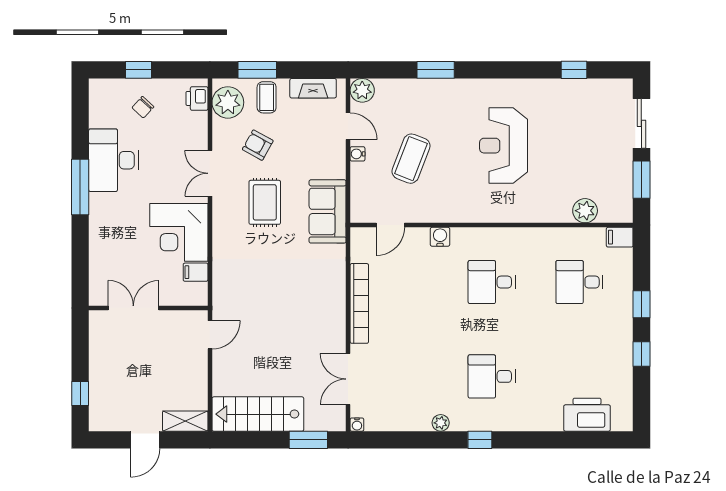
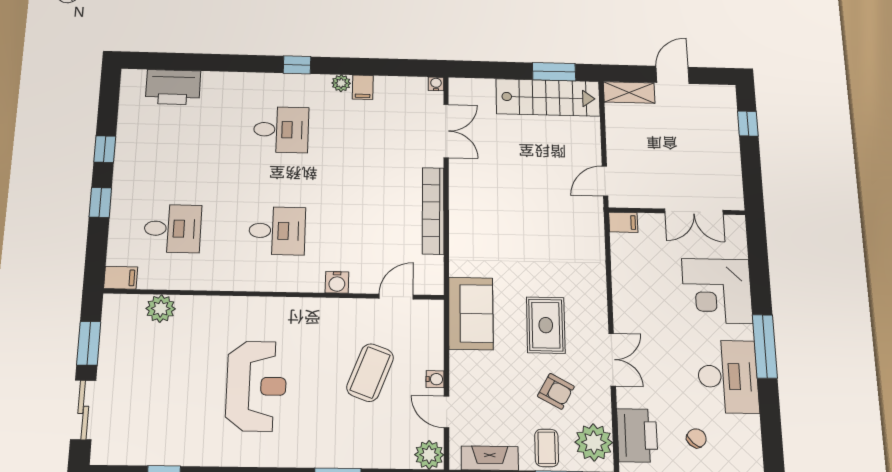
printer: (197, 98) -> (637, 435), width x1.87, depth x1.48
corner desk: (179, 232) -> (717, 291), moved, turned 180
filing cabinet: (196, 272) -> (623, 222), moved
filing cabinet: (422, 419) -> (363, 87), added
window: (308, 440) -> (554, 72), moved

